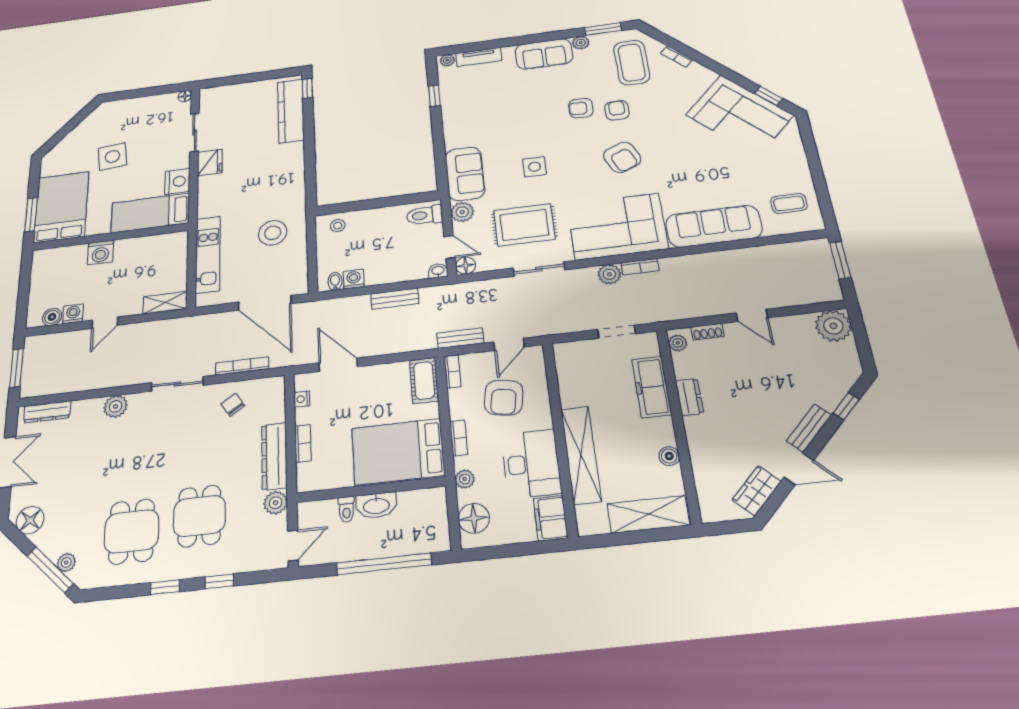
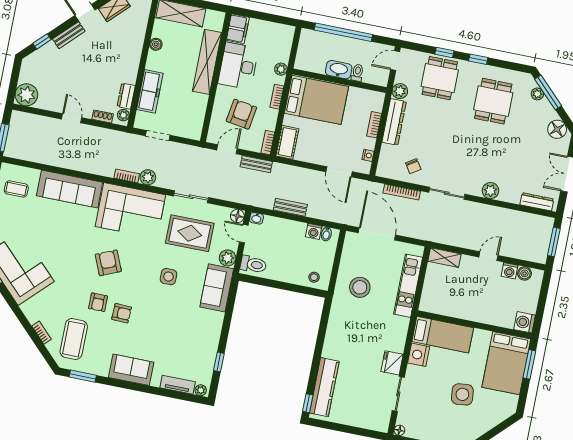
plant: (581, 43) -> (102, 370), removed
washing machine: (101, 252) -> (525, 322), moved, turned -90
dresser: (689, 397) -> (126, 96), moved
dining table: (199, 516) -> (440, 78), moved
floor lamp: (474, 518) -> (283, 43), removed

